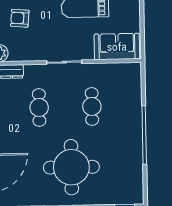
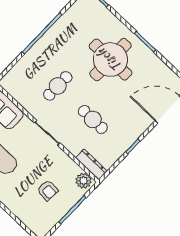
cafe table: (39, 107) -> (93, 119), turned 90

